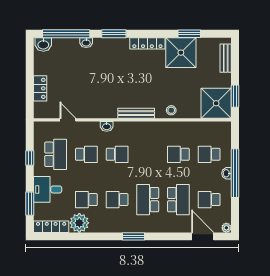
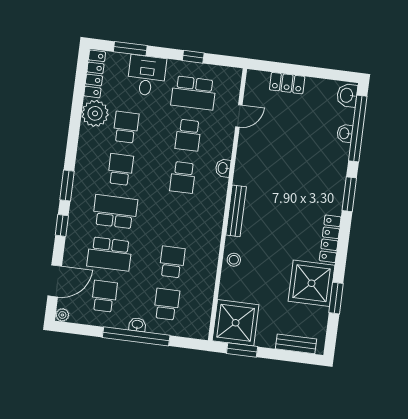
washbasin: (86, 43) -> (345, 133), moved
window: (162, 236) -> (62, 225), added

